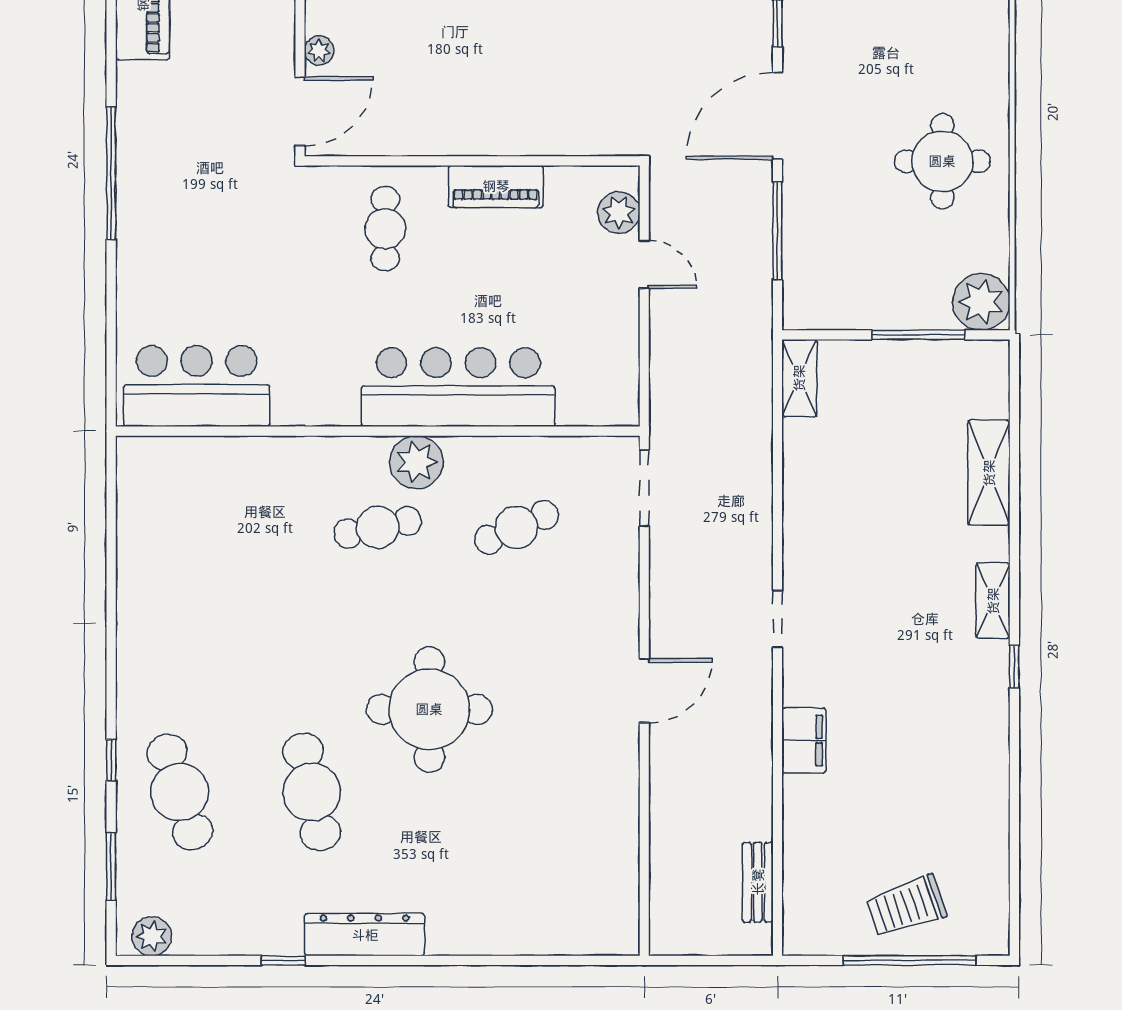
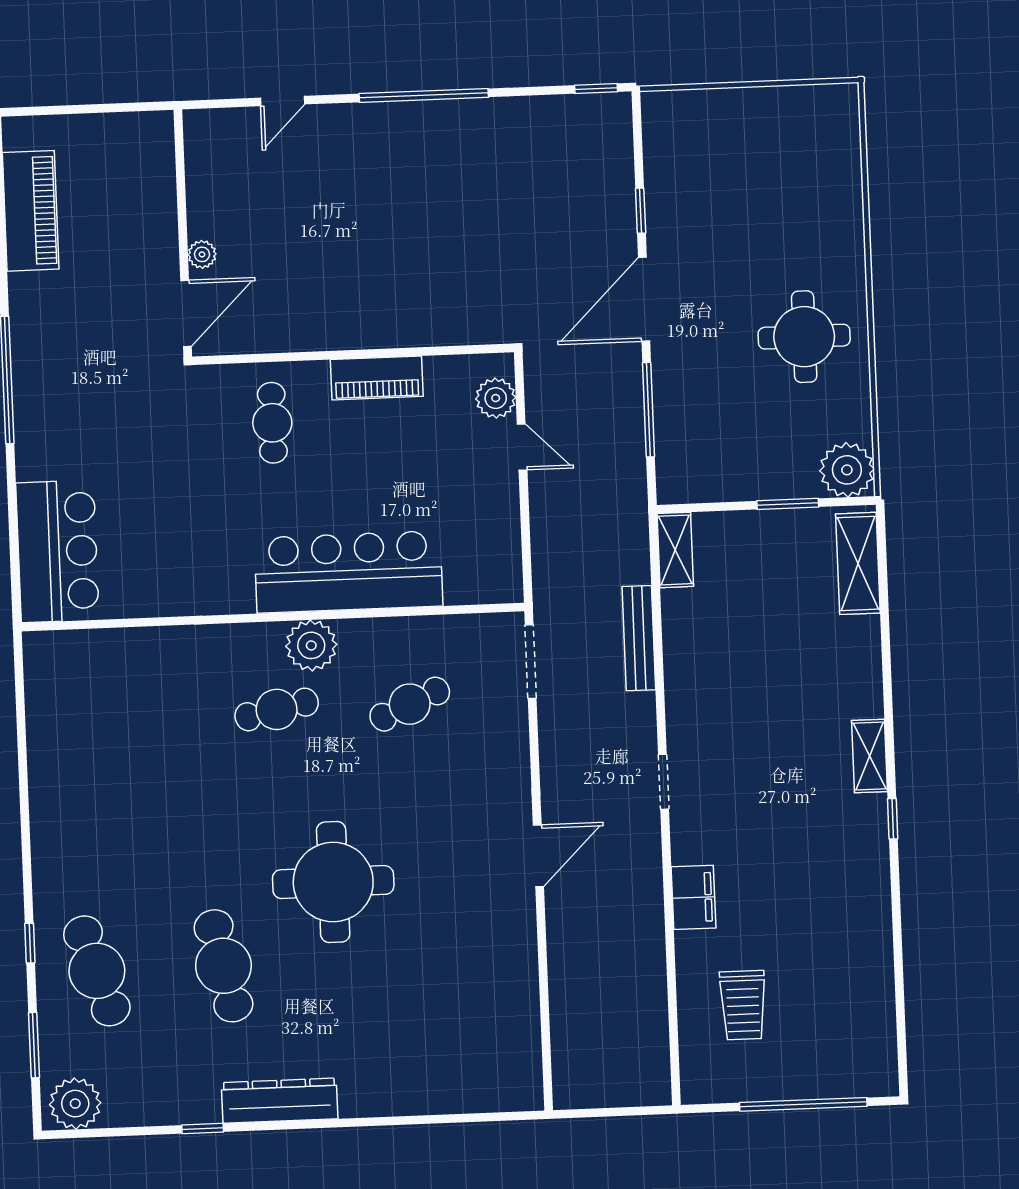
window: (918, 335) -> (788, 504), width x0.69
bar counter: (197, 386) -> (57, 551), moved, turned 90
shelving: (989, 473) -> (858, 563), moved
bench: (758, 882) -> (639, 638), moved, width x1.36
trolley: (906, 906) -> (743, 1005), moved, turned -71
plant: (152, 936) -> (75, 1104), width x1.36, depth x1.36

